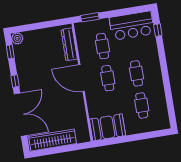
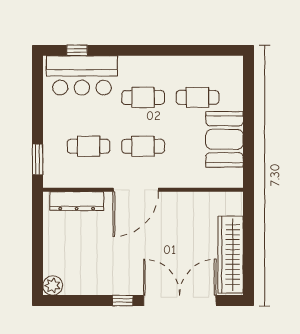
bar counter: (132, 26) -> (82, 75), moved, turned 90
window: (10, 52) -> (73, 301), removed
booth: (107, 127) -> (224, 139), moved

